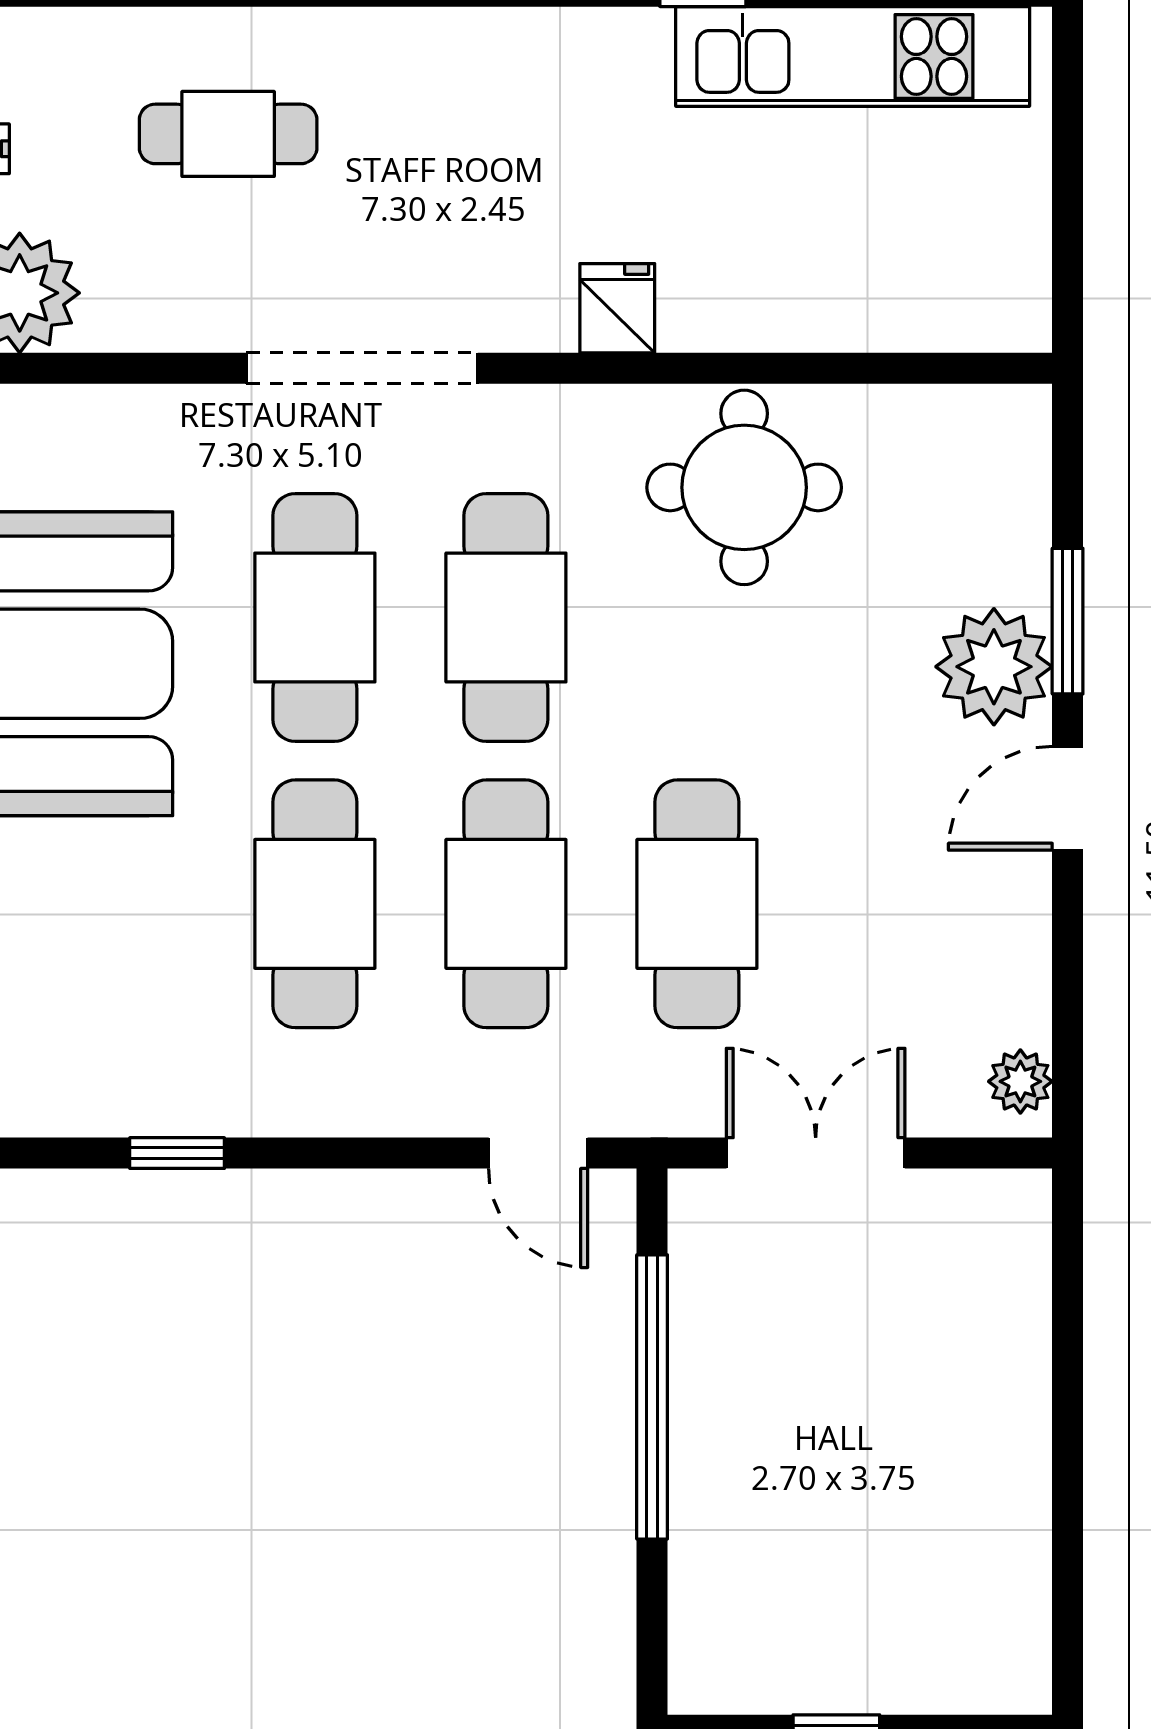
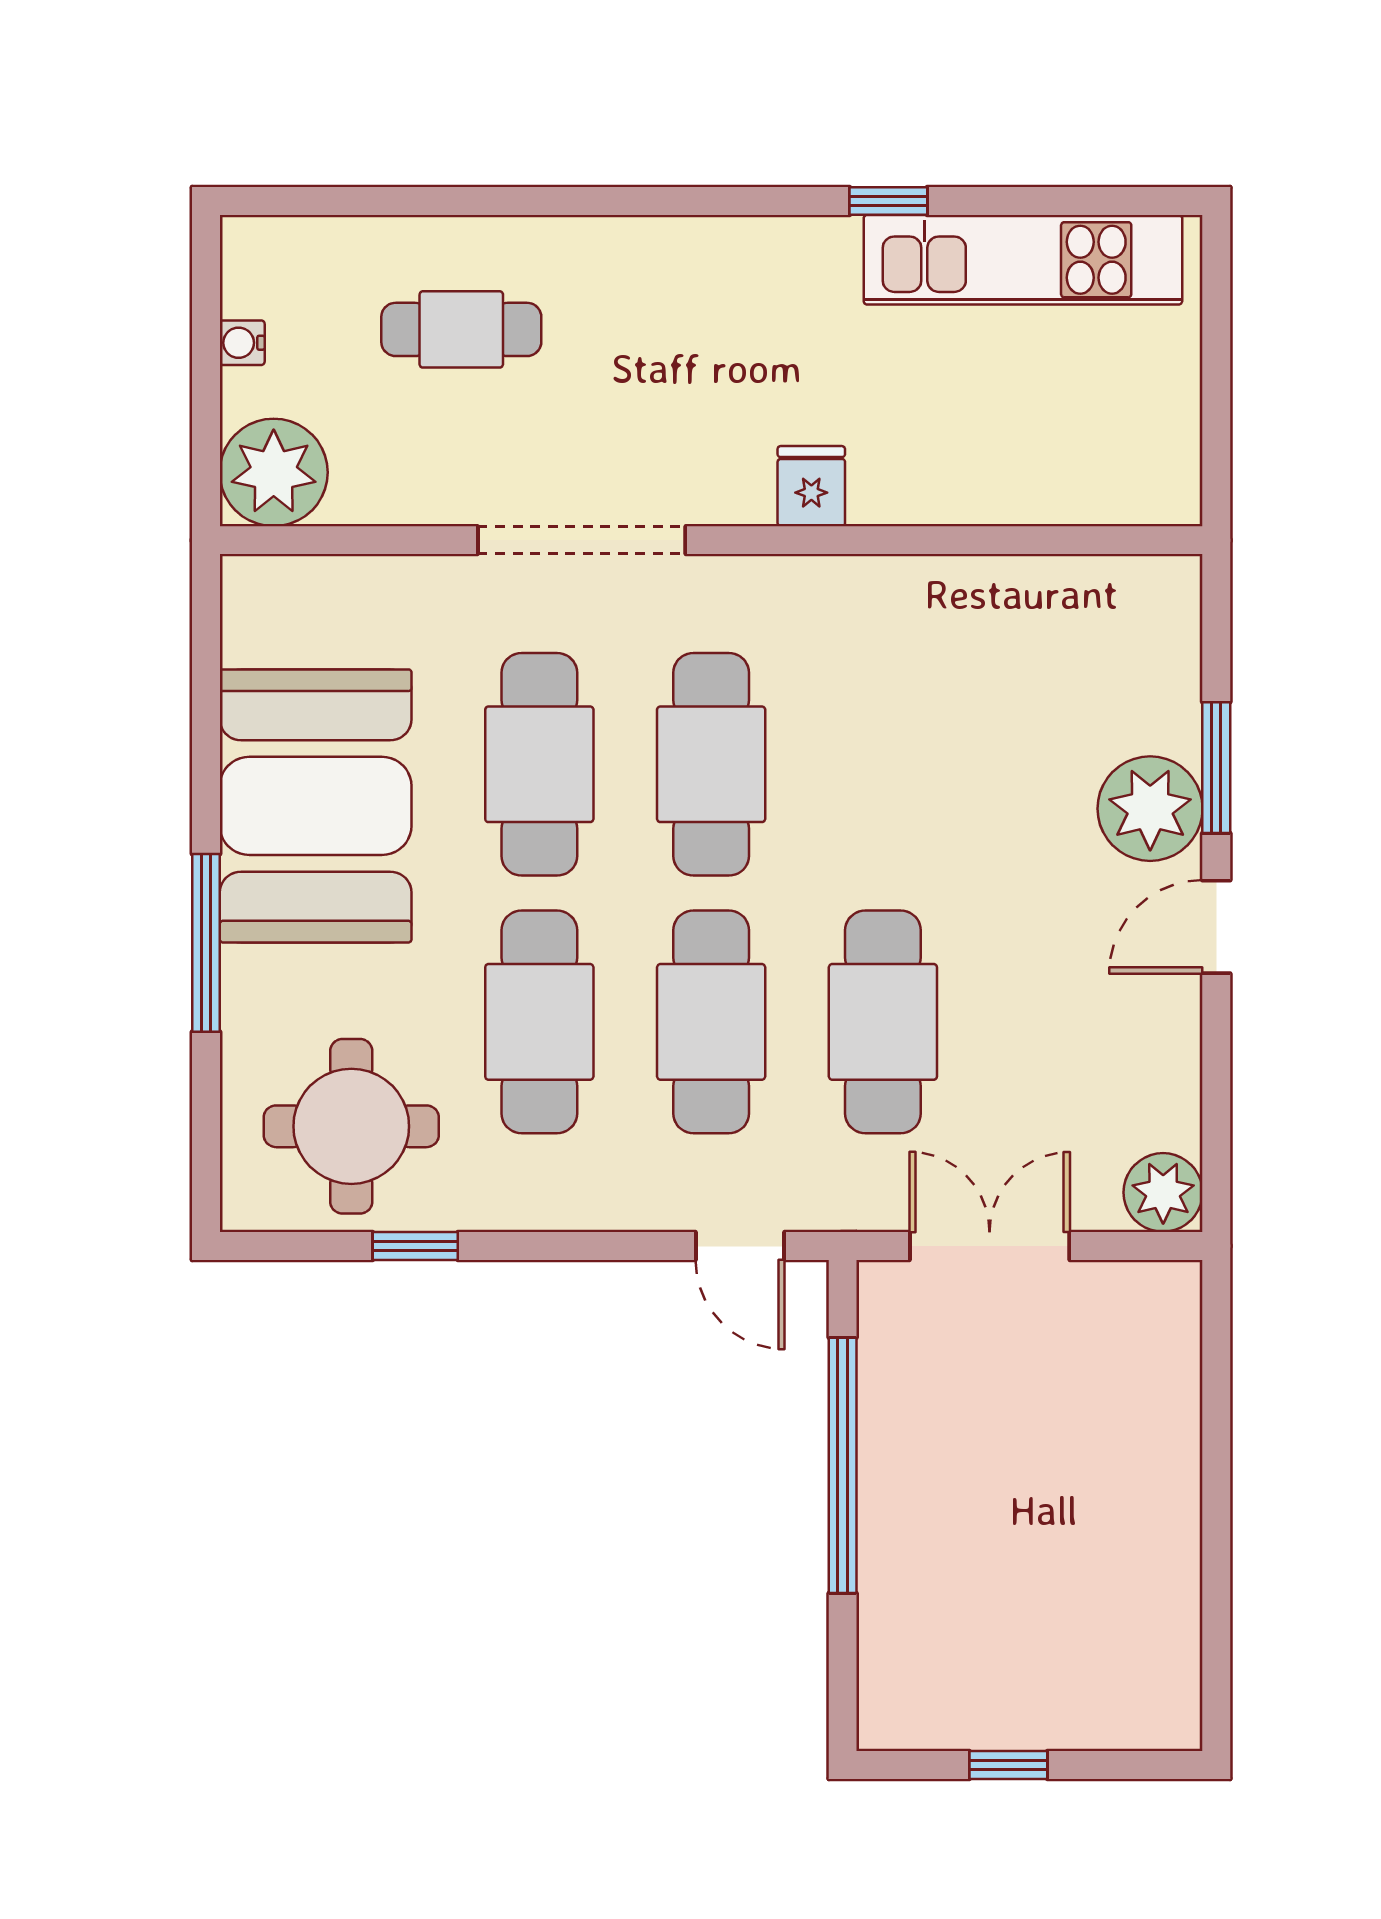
round table: (744, 487) -> (351, 1126), moved
plant: (1020, 1081) -> (1163, 1192), width x1.38, depth x1.38

